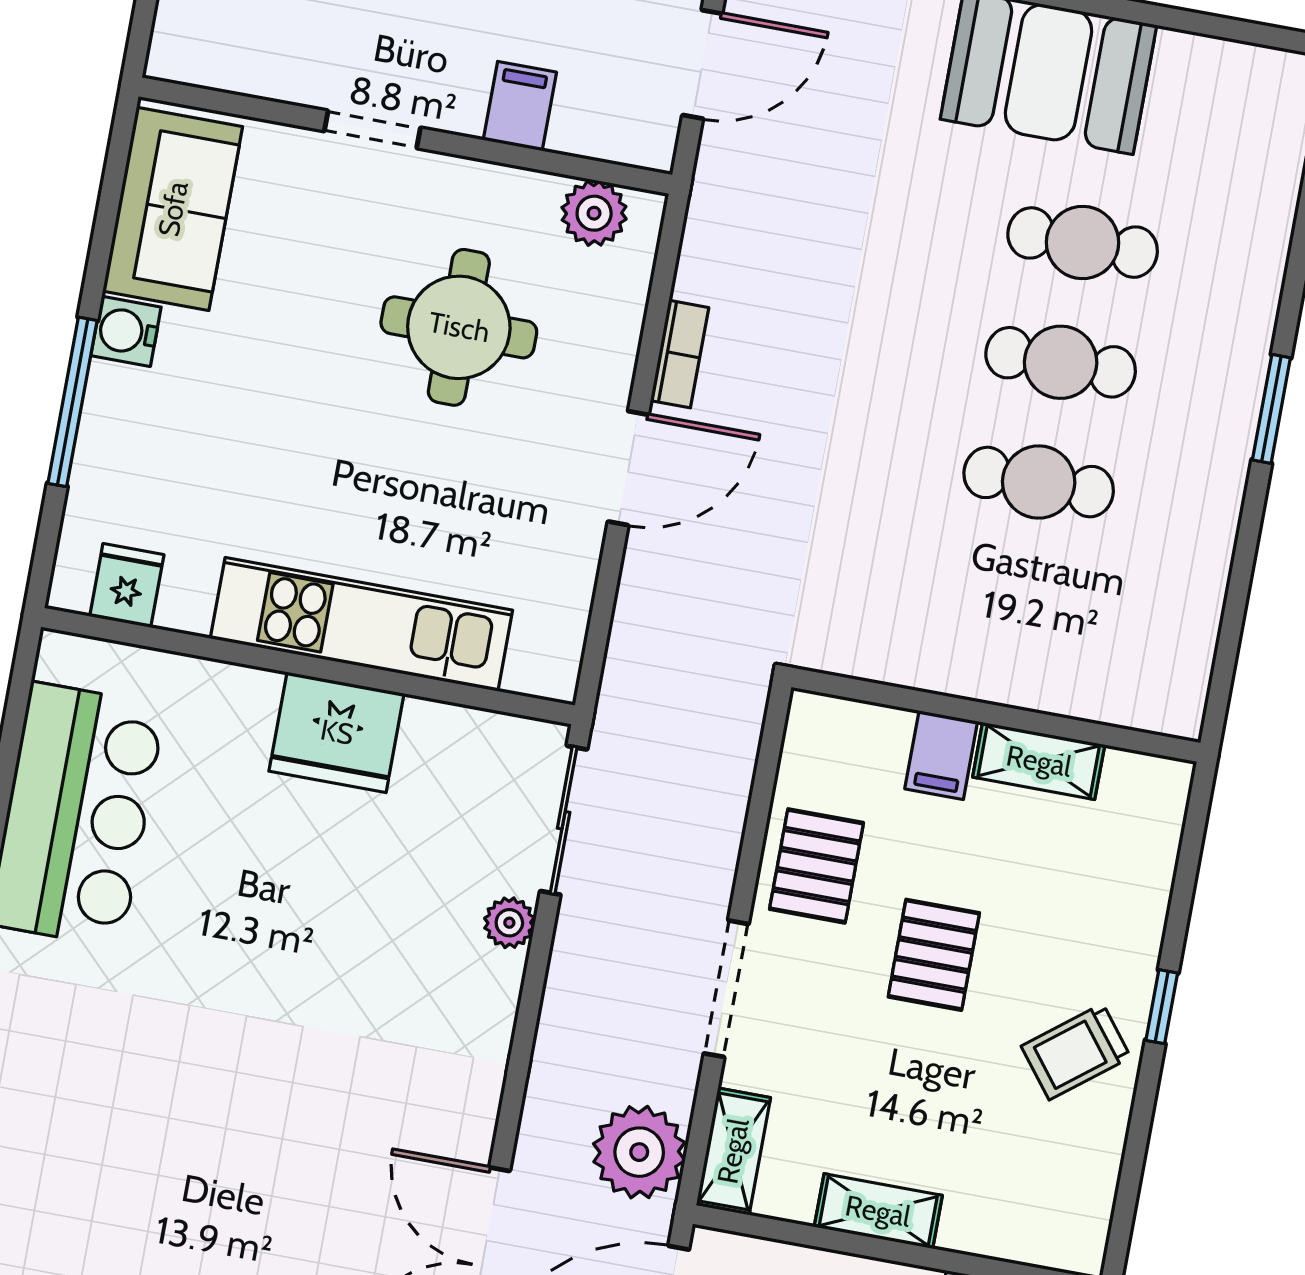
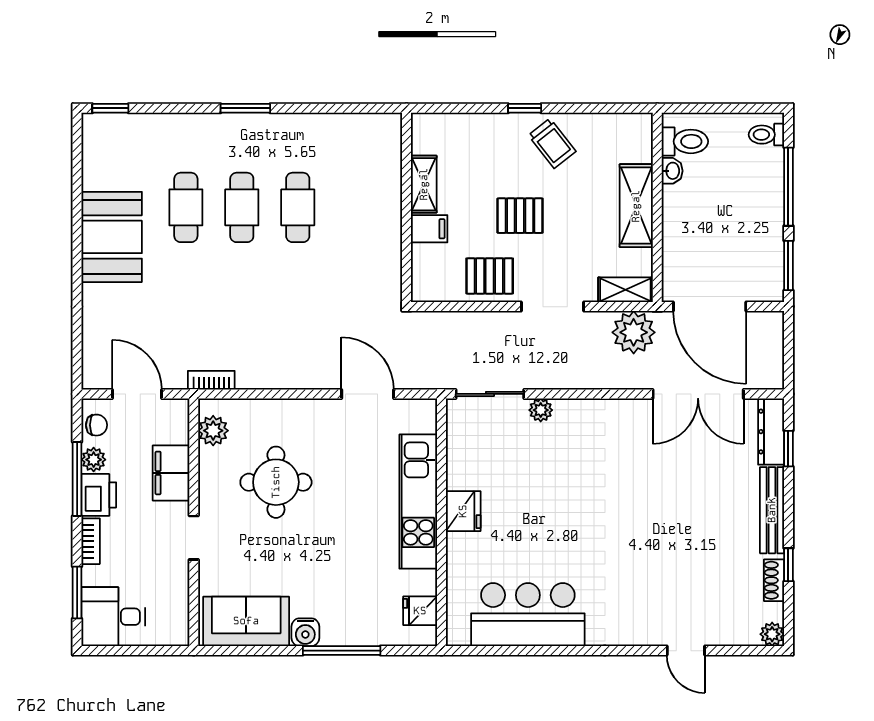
filing cabinet: (520, 106) -> (171, 473), width x2.00
bookcase: (680, 354) -> (211, 380), moved
door: (628, 468) -> (368, 394), moved
fridge: (337, 732) -> (463, 511), width x0.73, depth x0.75
shelving: (878, 1211) -> (636, 206), width x1.50, depth x1.33

